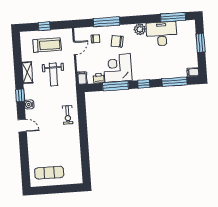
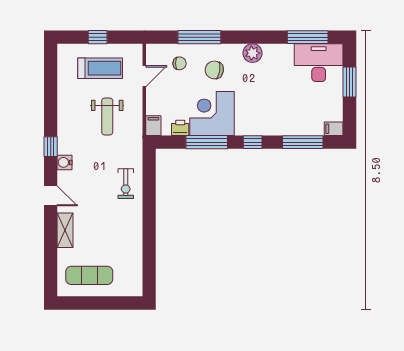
desk: (162, 34) -> (319, 63), moved
shelving: (27, 73) -> (65, 230), moved

